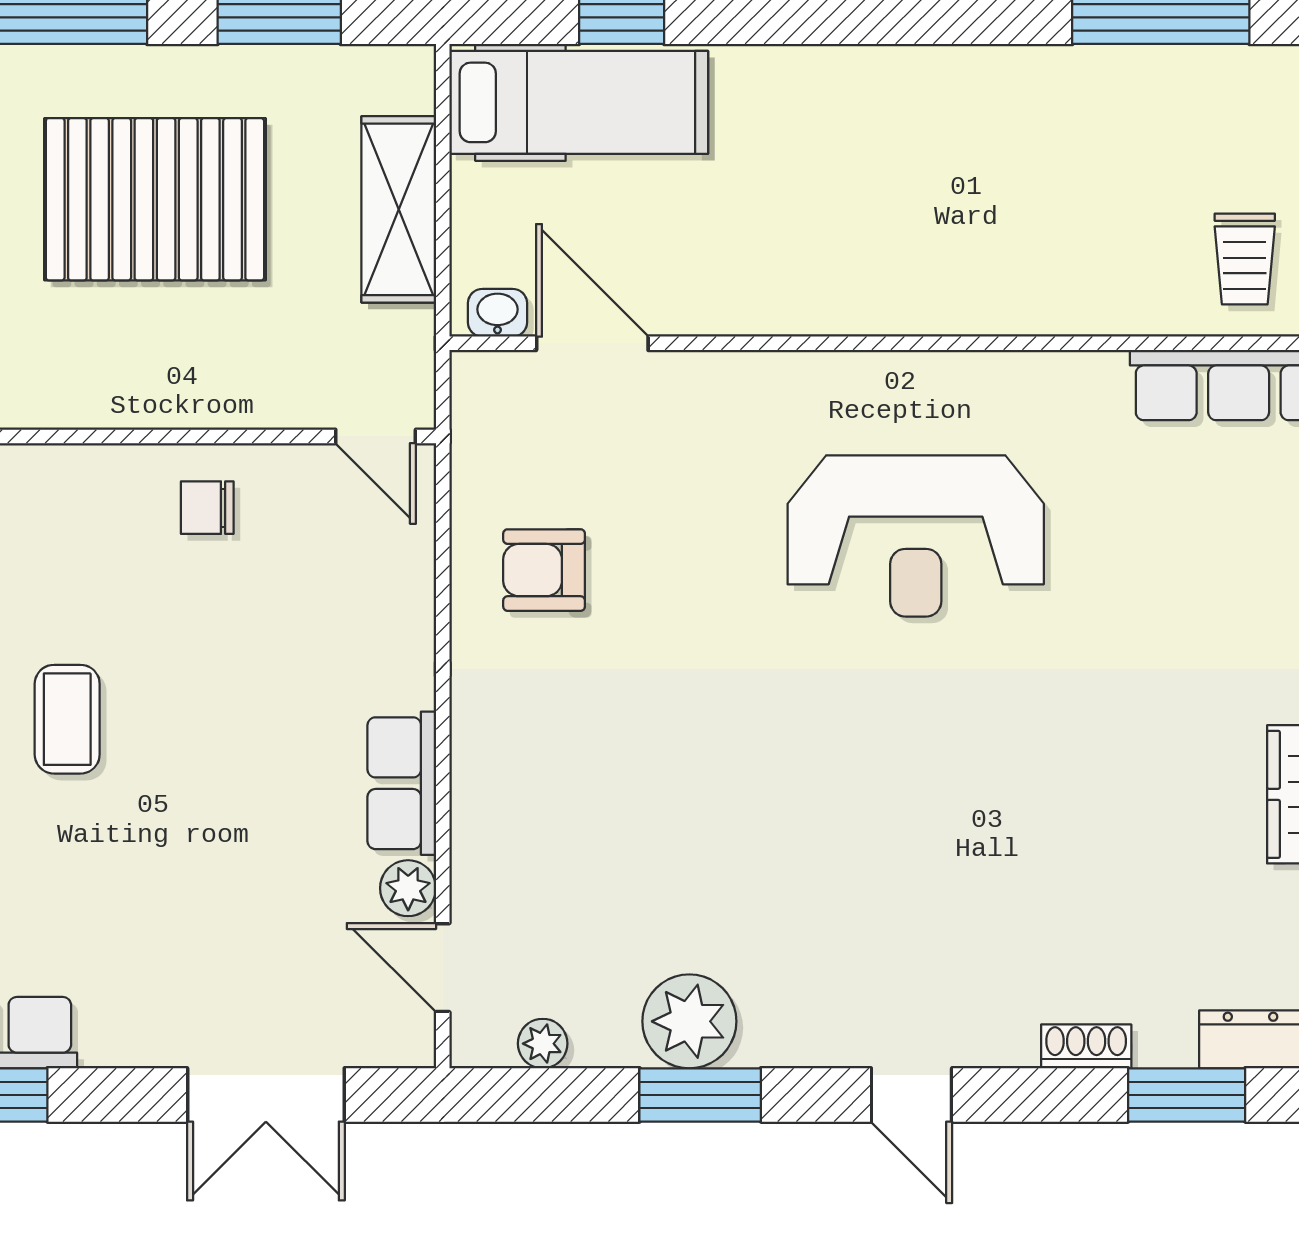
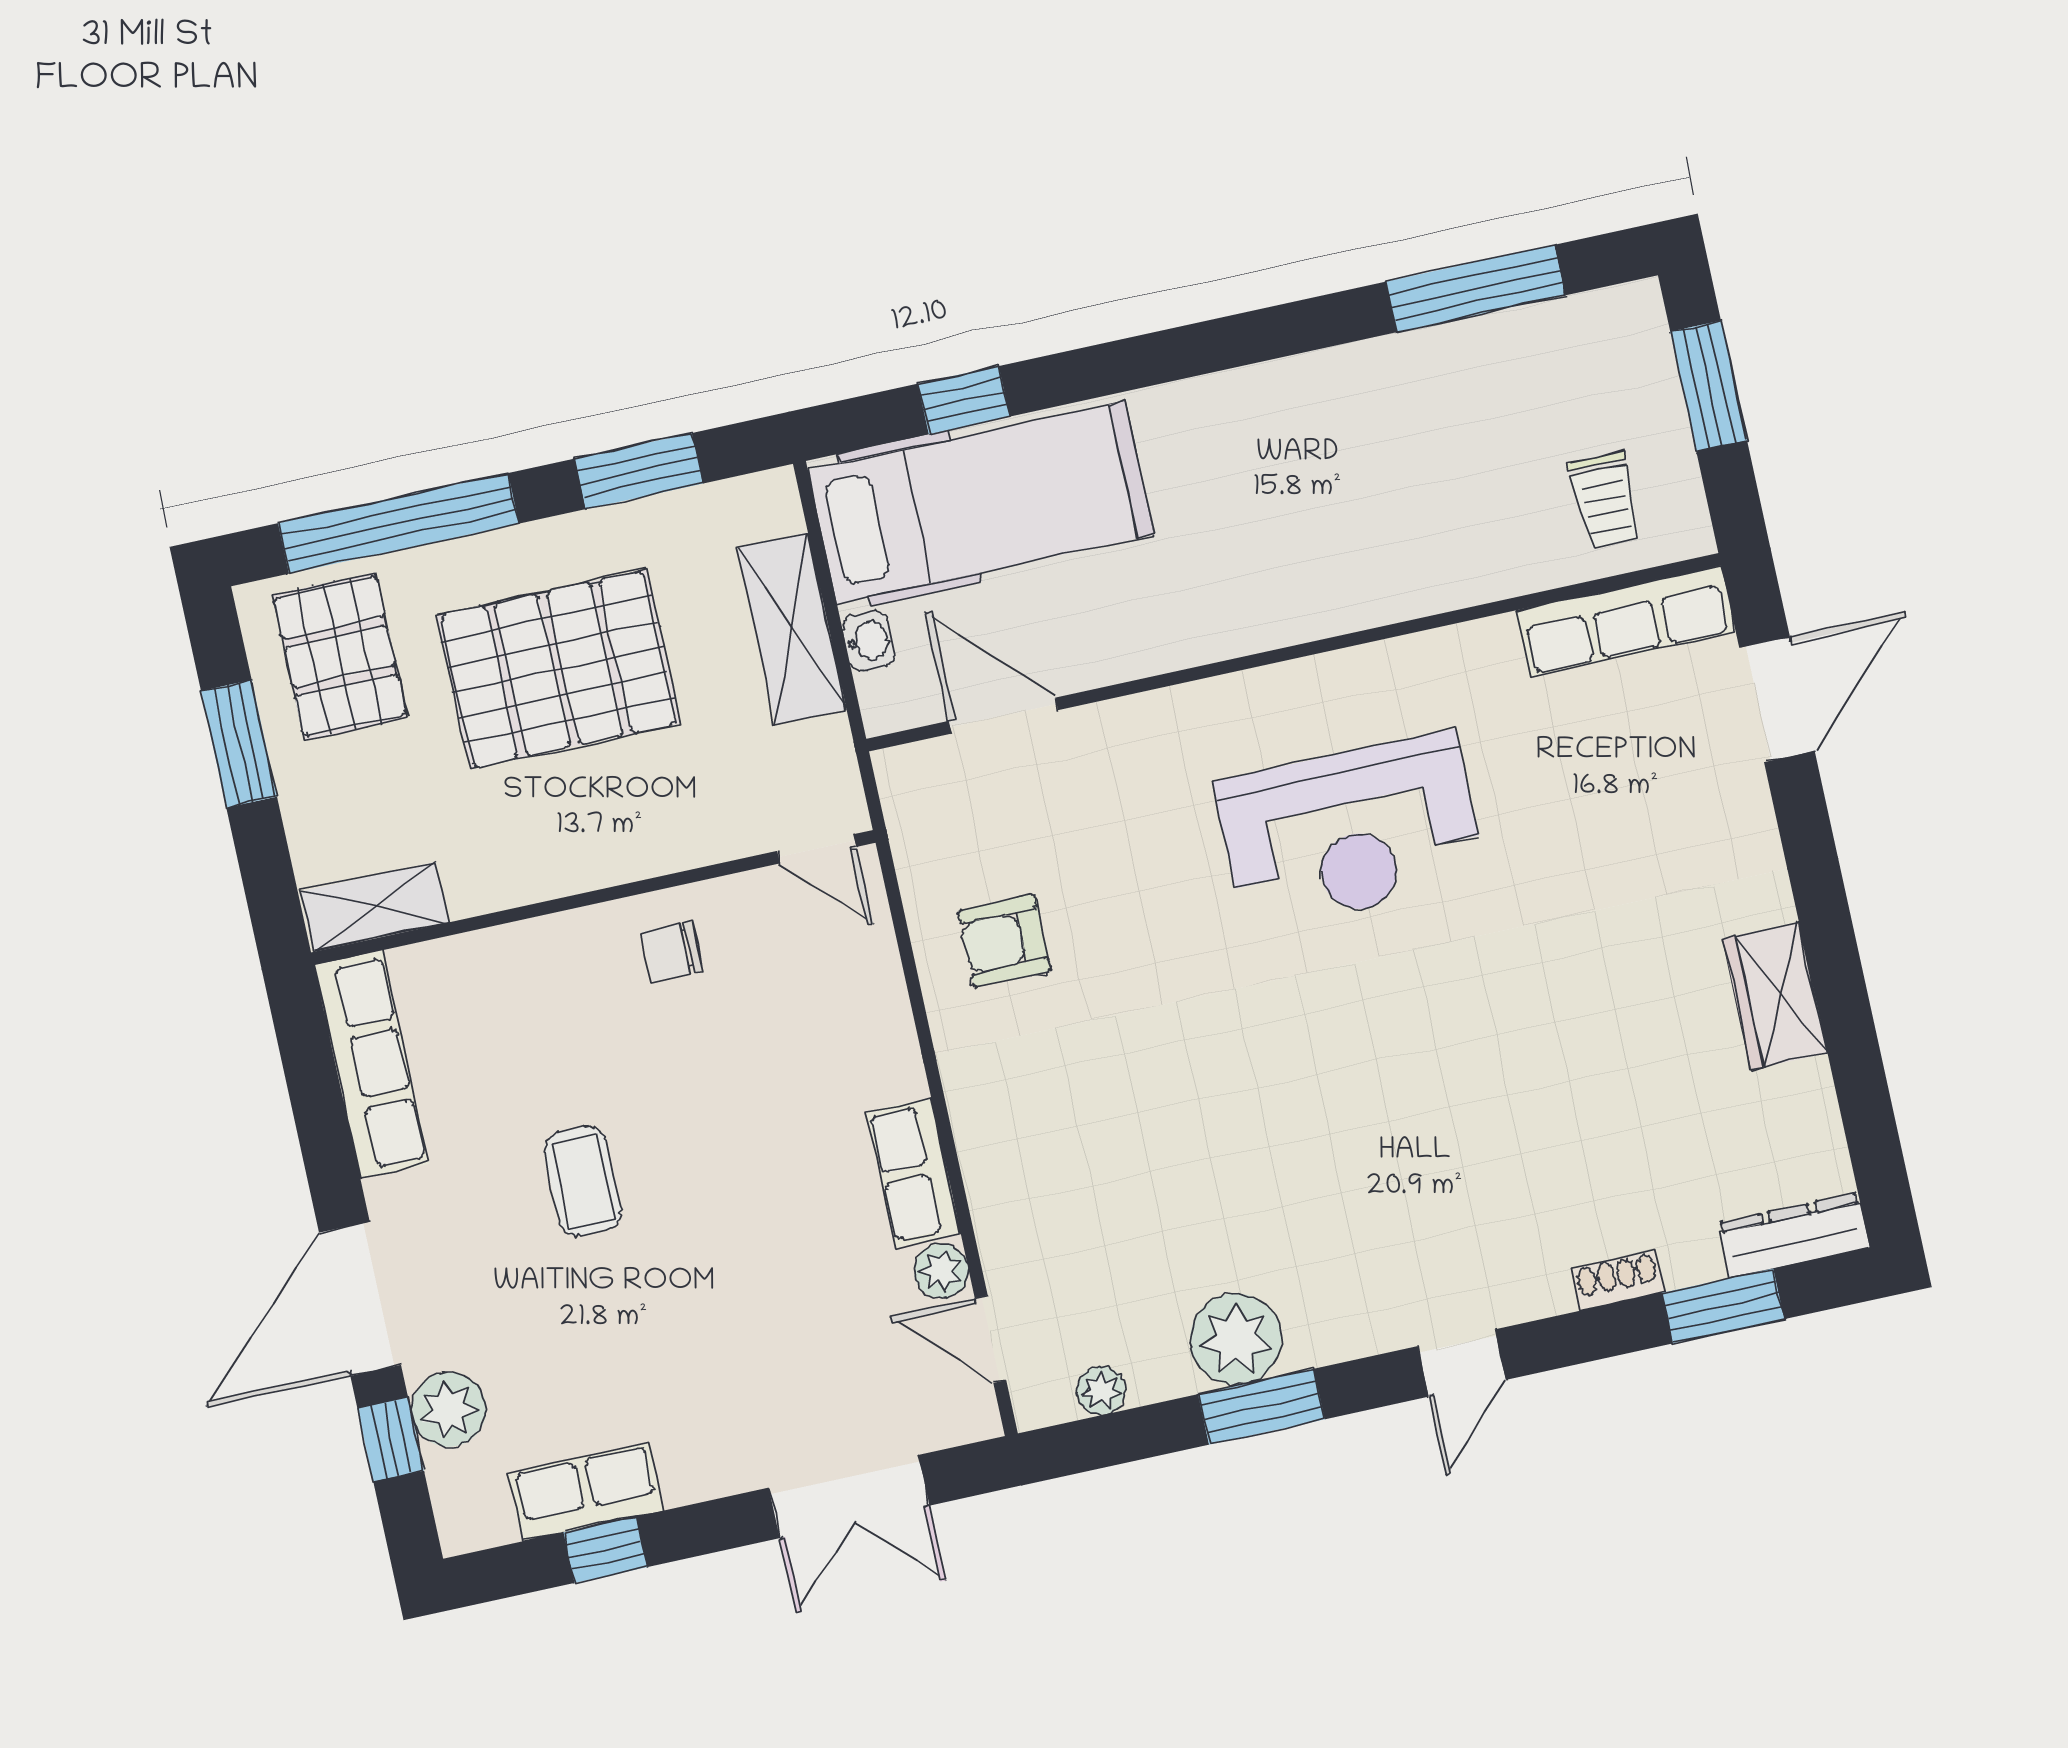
hospital bed: (579, 102) -> (981, 502), width x1.37, depth x1.29
washbasin: (498, 313) -> (869, 641), moved, turned 90
door: (911, 1095) -> (1462, 1363), hinge flipped

